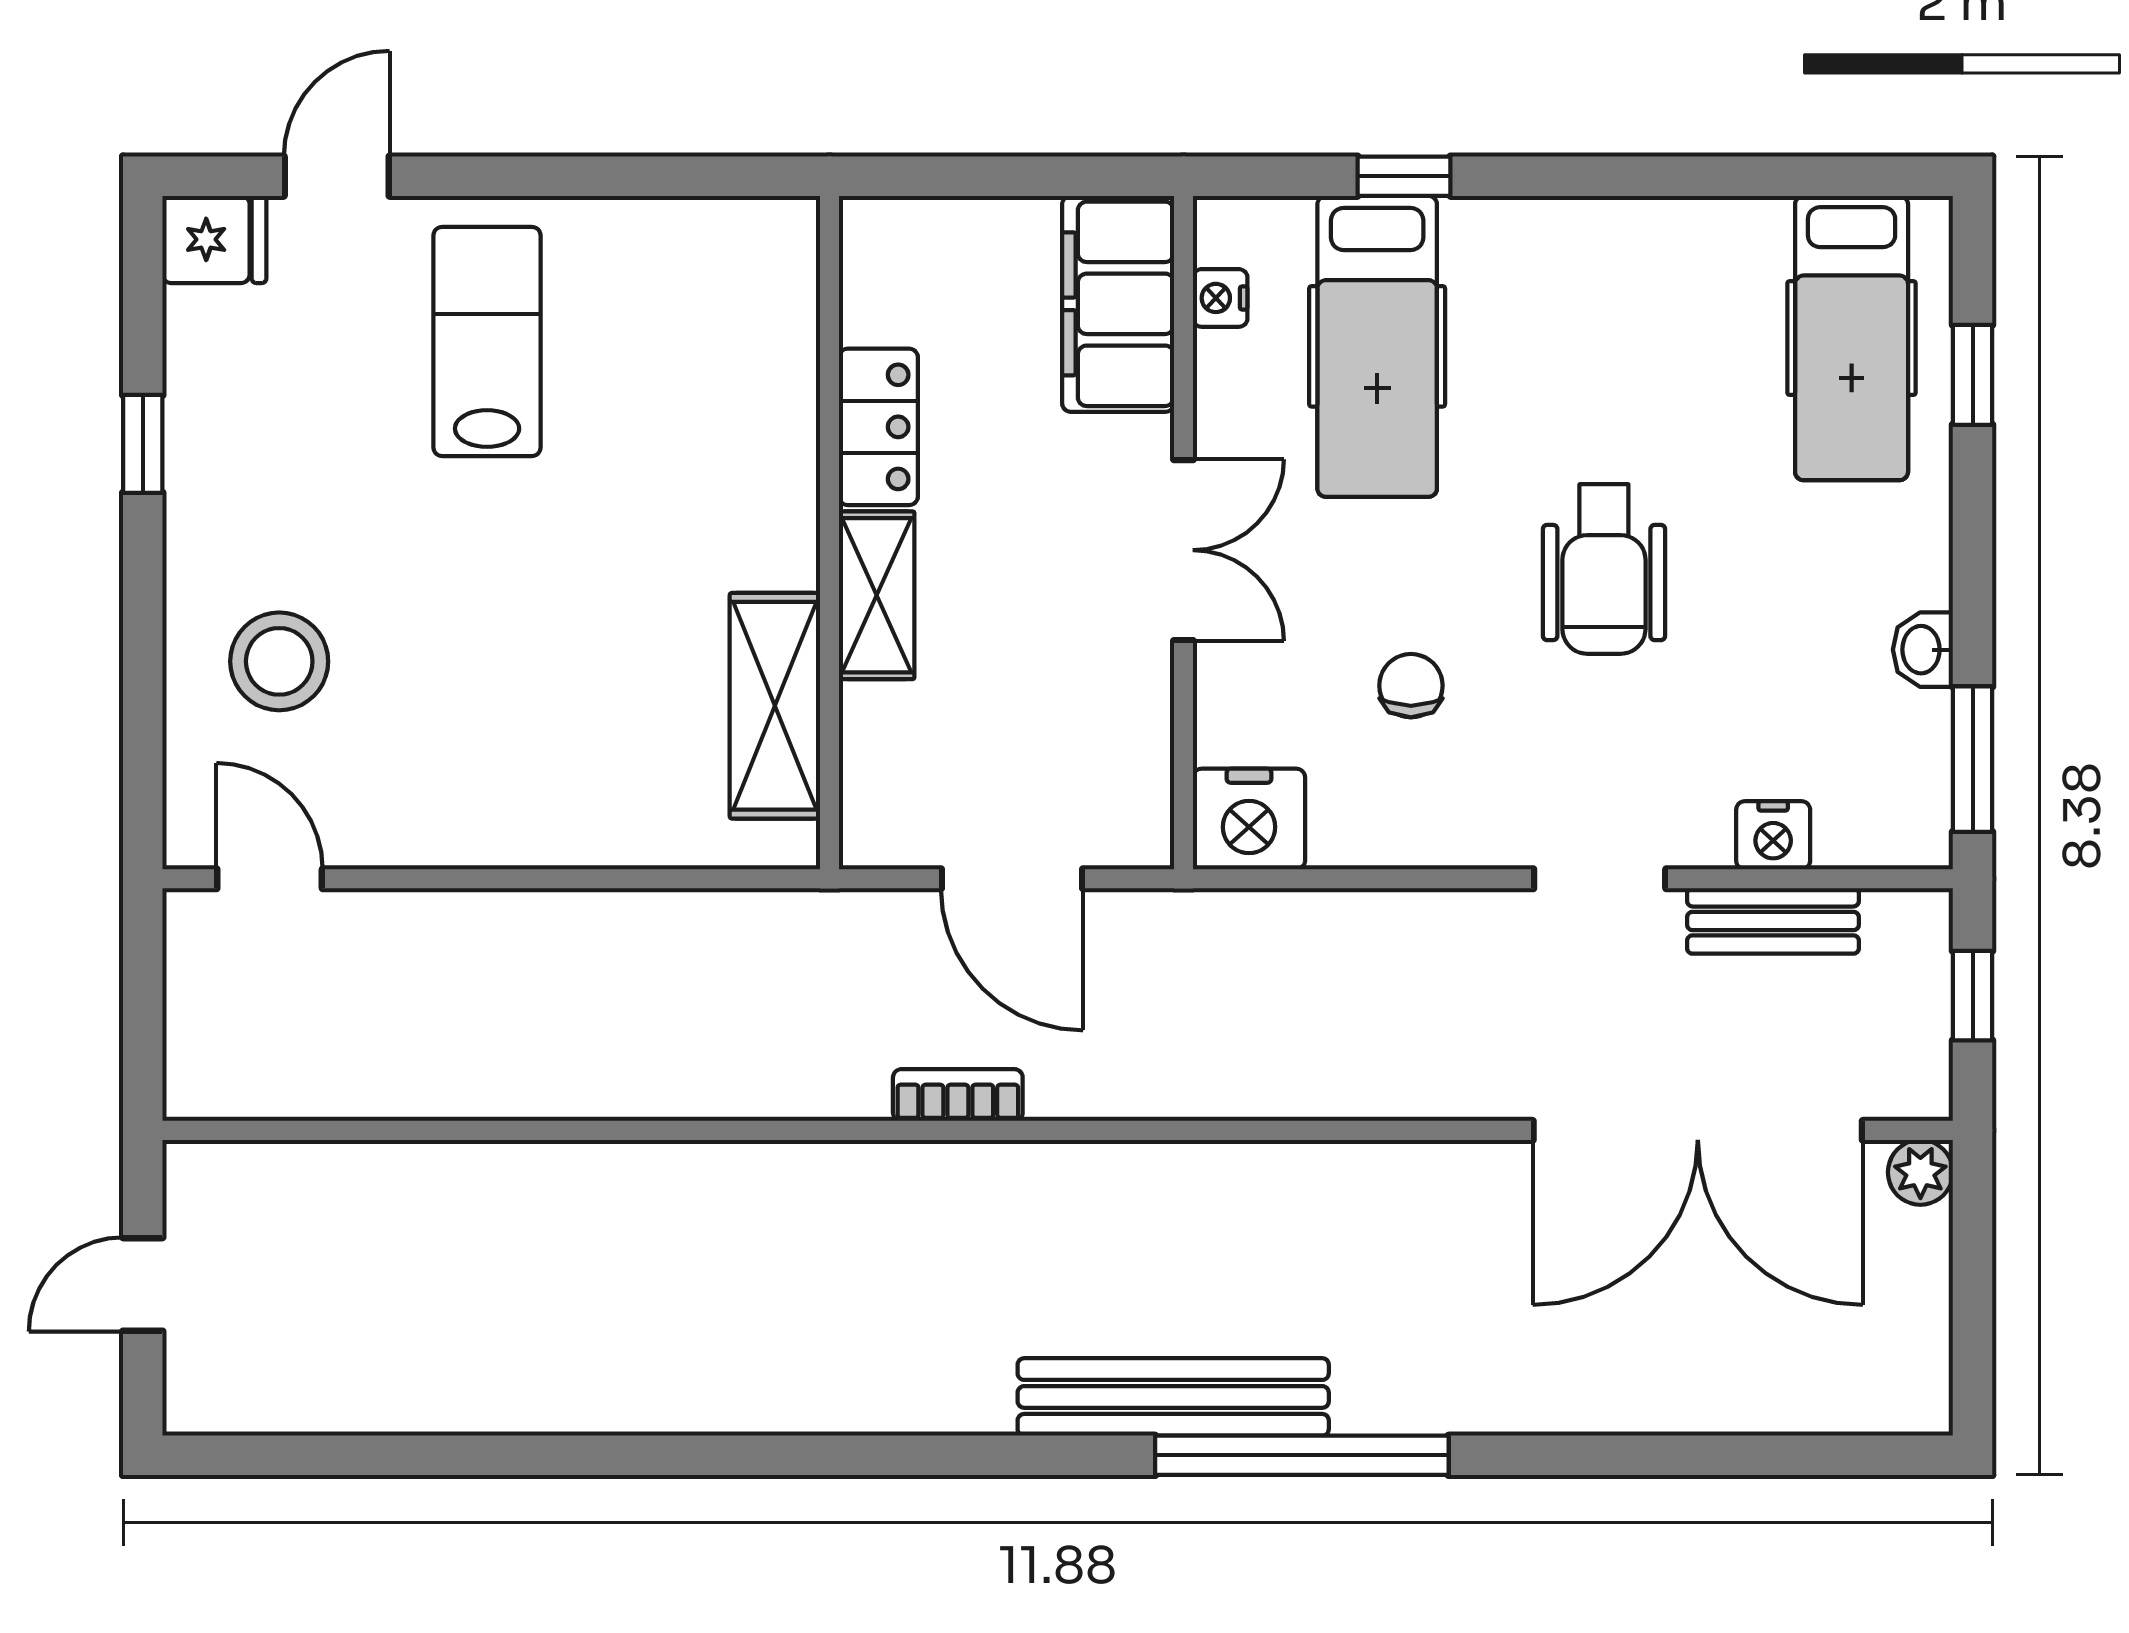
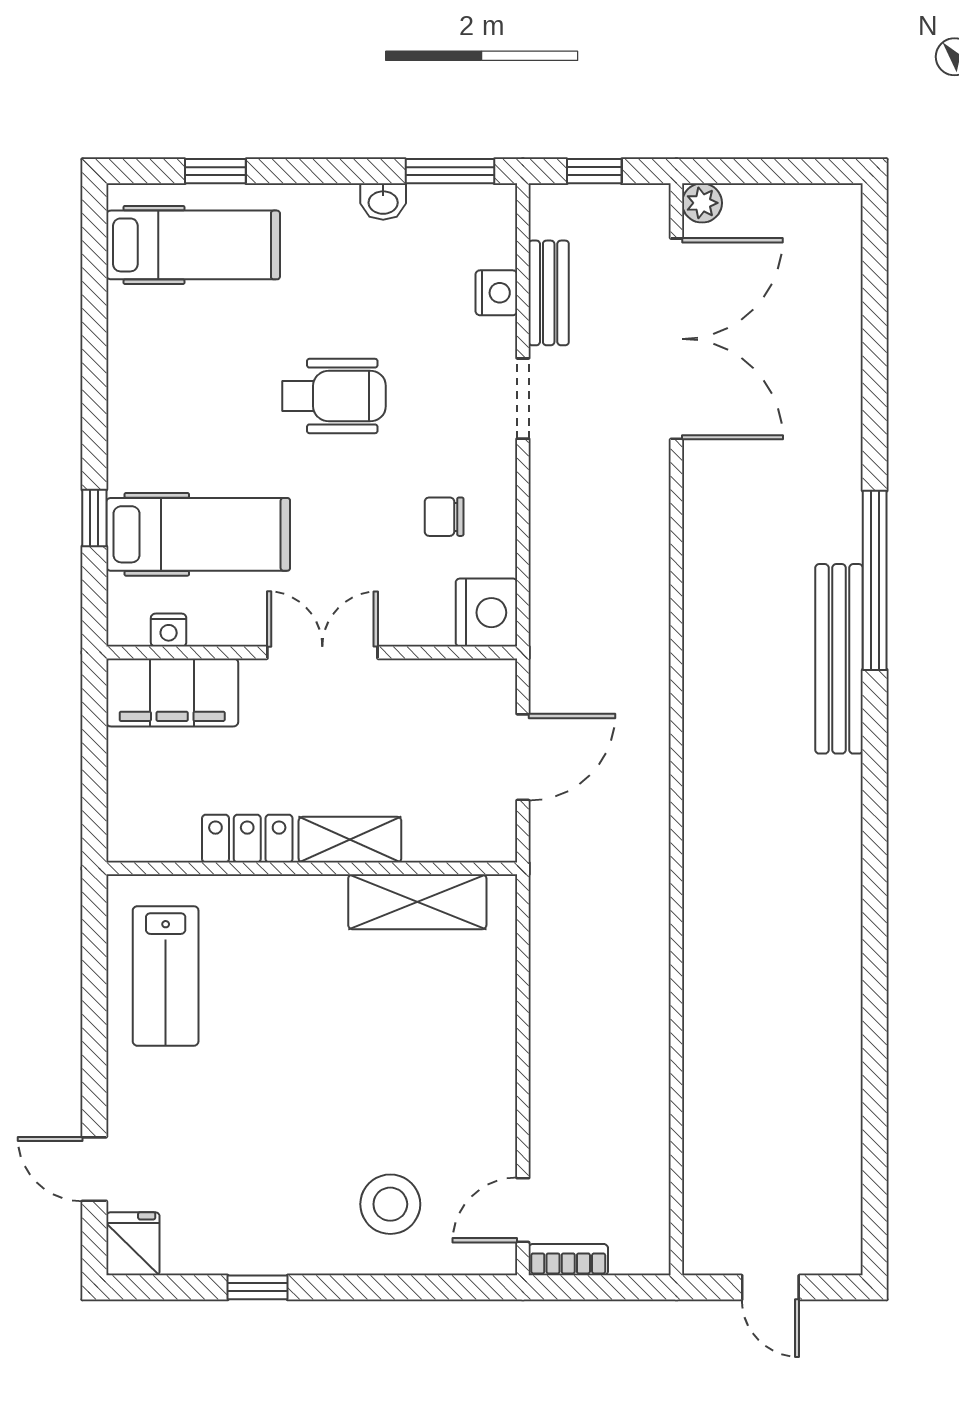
lab bench: (487, 341) -> (166, 976), moved, turned -90
chair: (1411, 686) -> (444, 517), moved
bookcase: (958, 1095) -> (568, 1260), moved, turned 90

